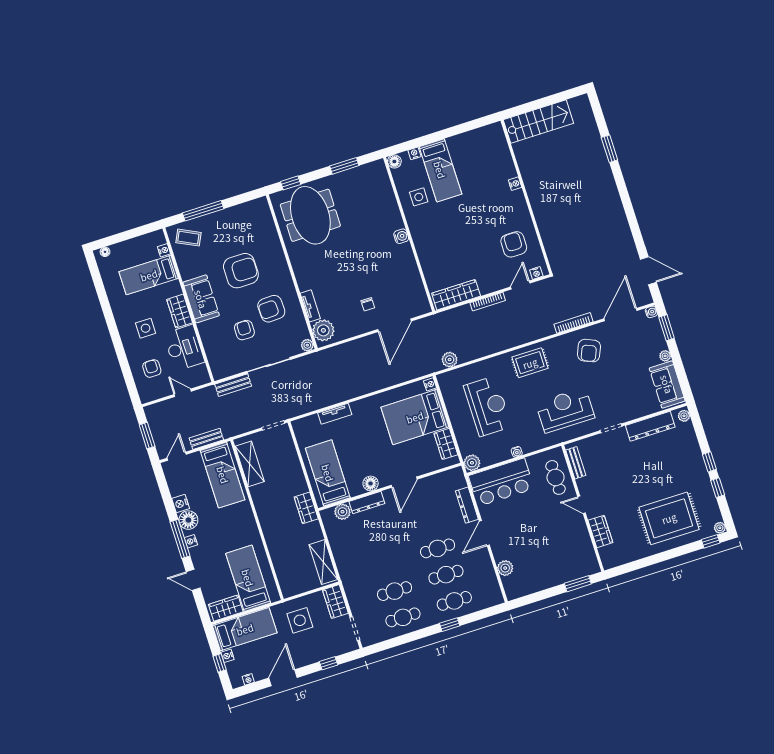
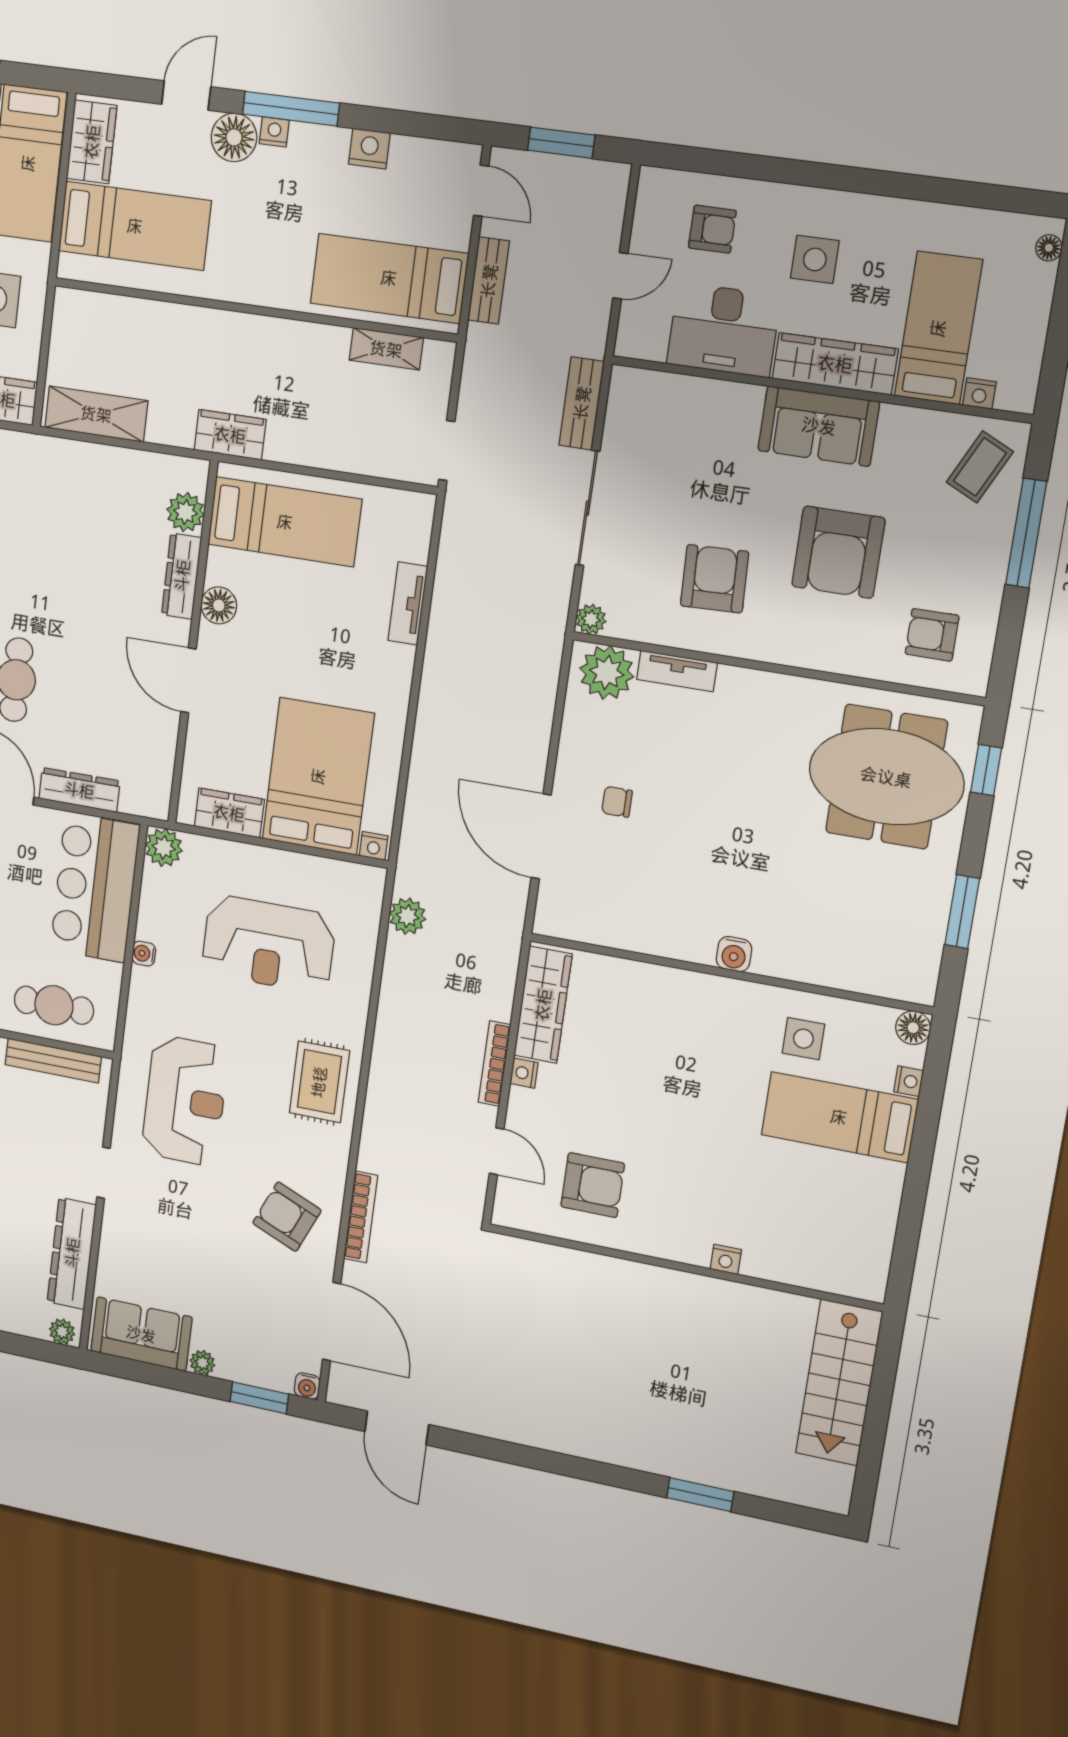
door: (648, 271) -> (397, 1428), hinge flipped
nightstand: (536, 273) -> (524, 1073), moved
wardrobe: (180, 311) -> (835, 364), width x1.50
armchair: (244, 330) -> (932, 635), moved, turned 180
bench: (576, 463) -> (53, 1061), width x1.36
shelving: (250, 464) -> (386, 349), width x0.67, depth x0.75
floor lamp: (188, 520) -> (234, 137), moved

